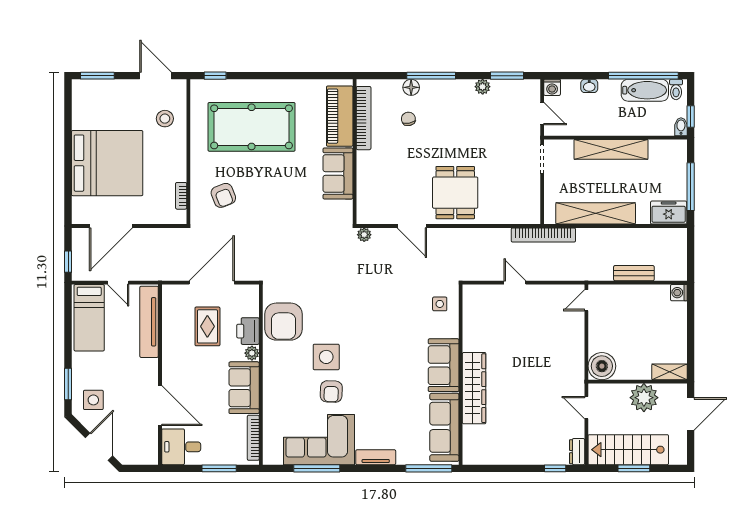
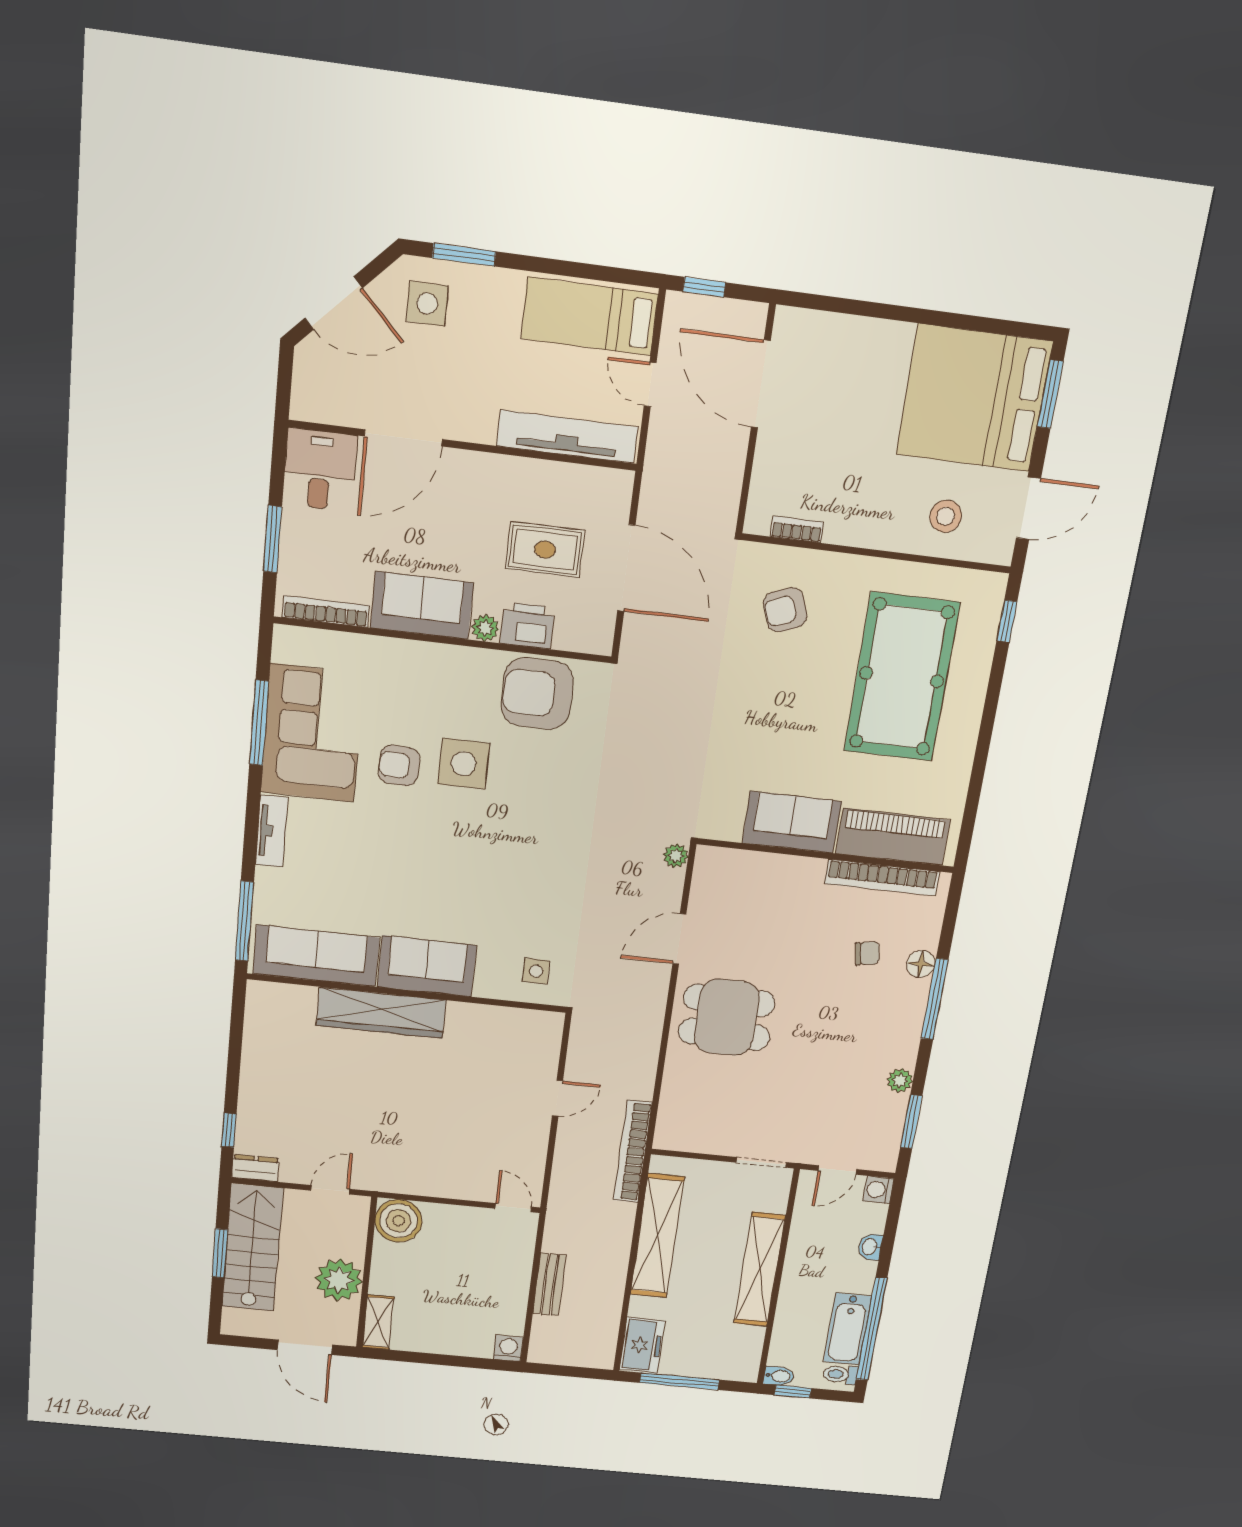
bed: (107, 163) -> (974, 398), moved, turned 90
door: (118, 283) -> (650, 384), hinge flipped

